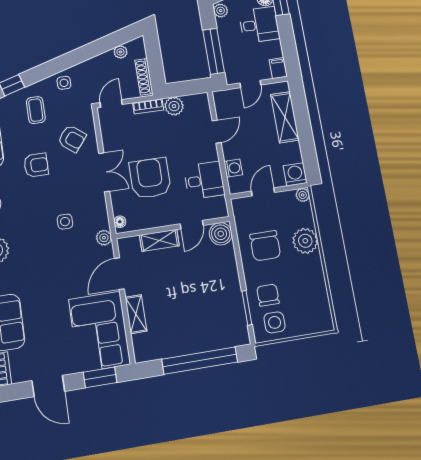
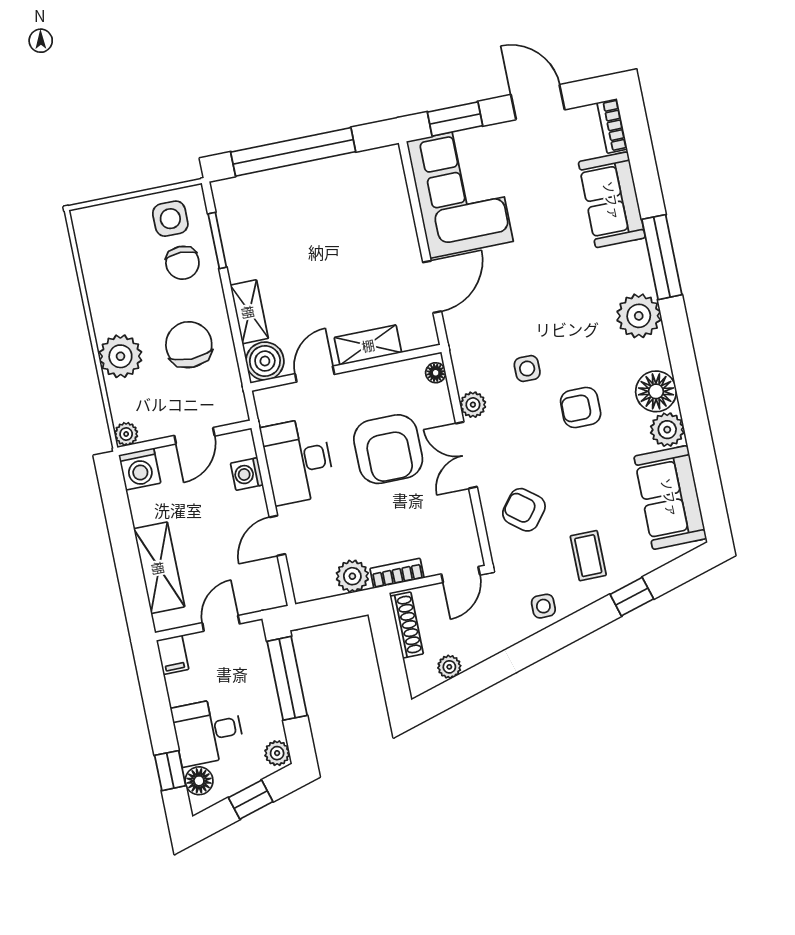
armchair: (36, 165) -> (581, 407), moved
desk: (204, 180) -> (298, 461), width x1.37
plant: (104, 238) -> (473, 405), moved
shelving: (136, 314) -> (249, 312), moved

